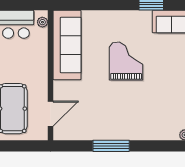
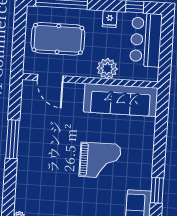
plant: (42, 22) -> (107, 69), moved, width x1.88, depth x1.88

